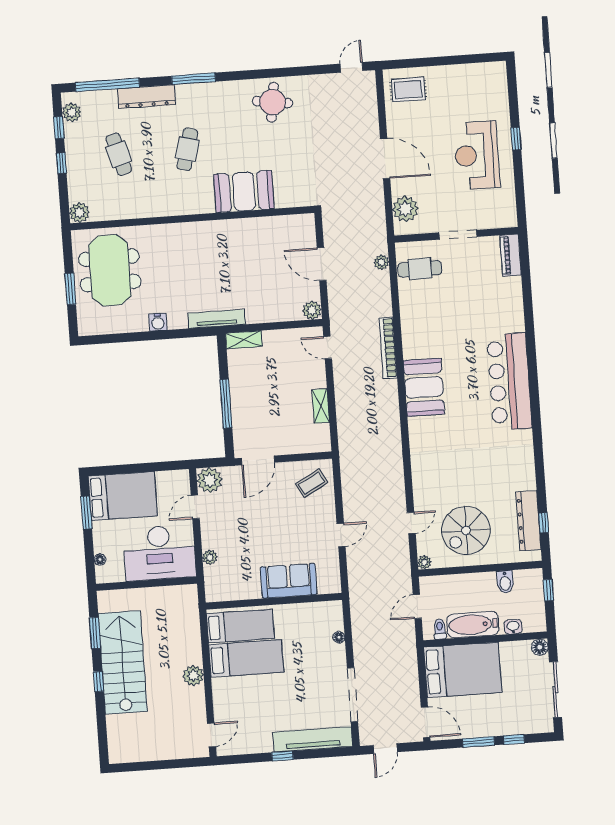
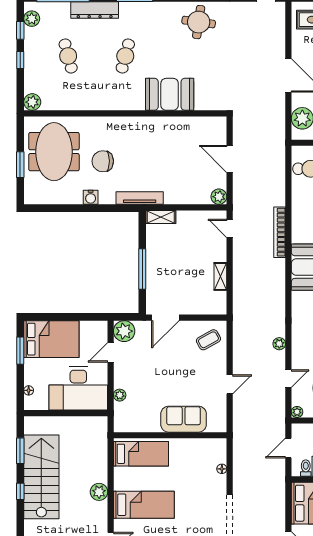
plant: (381, 262) -> (279, 344), moved
chair: (169, 278) -> (103, 161), added
bed: (246, 658) -> (144, 505), moved

